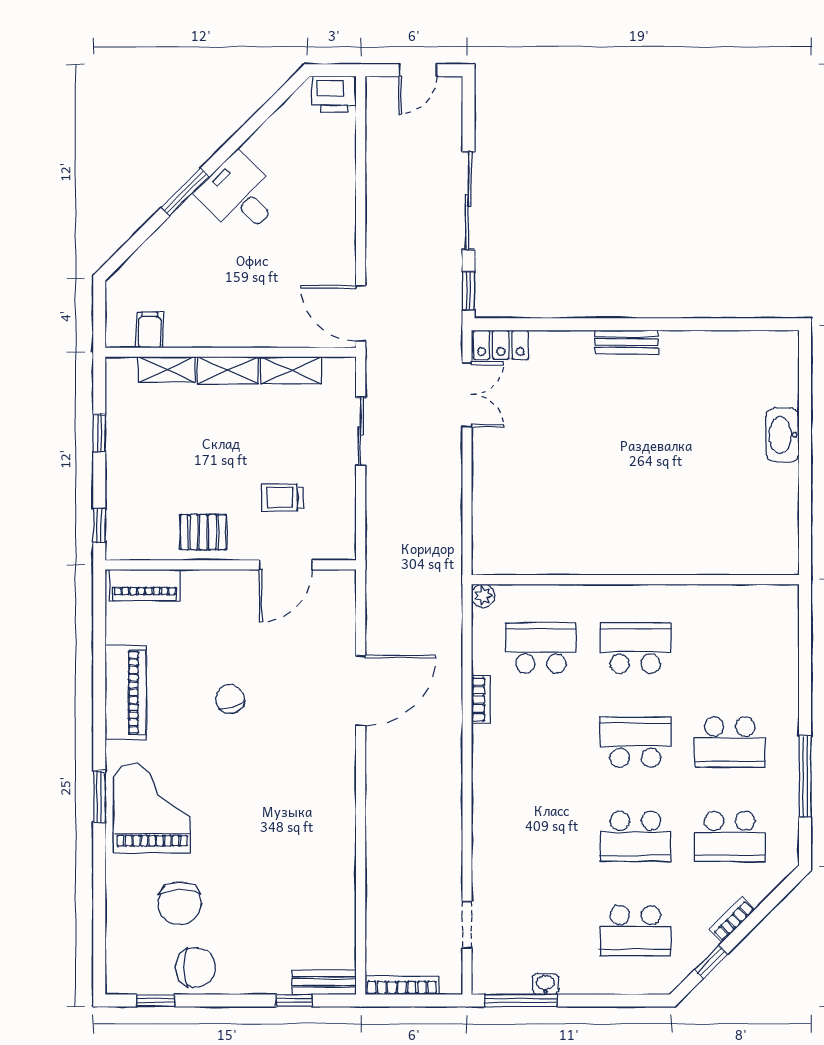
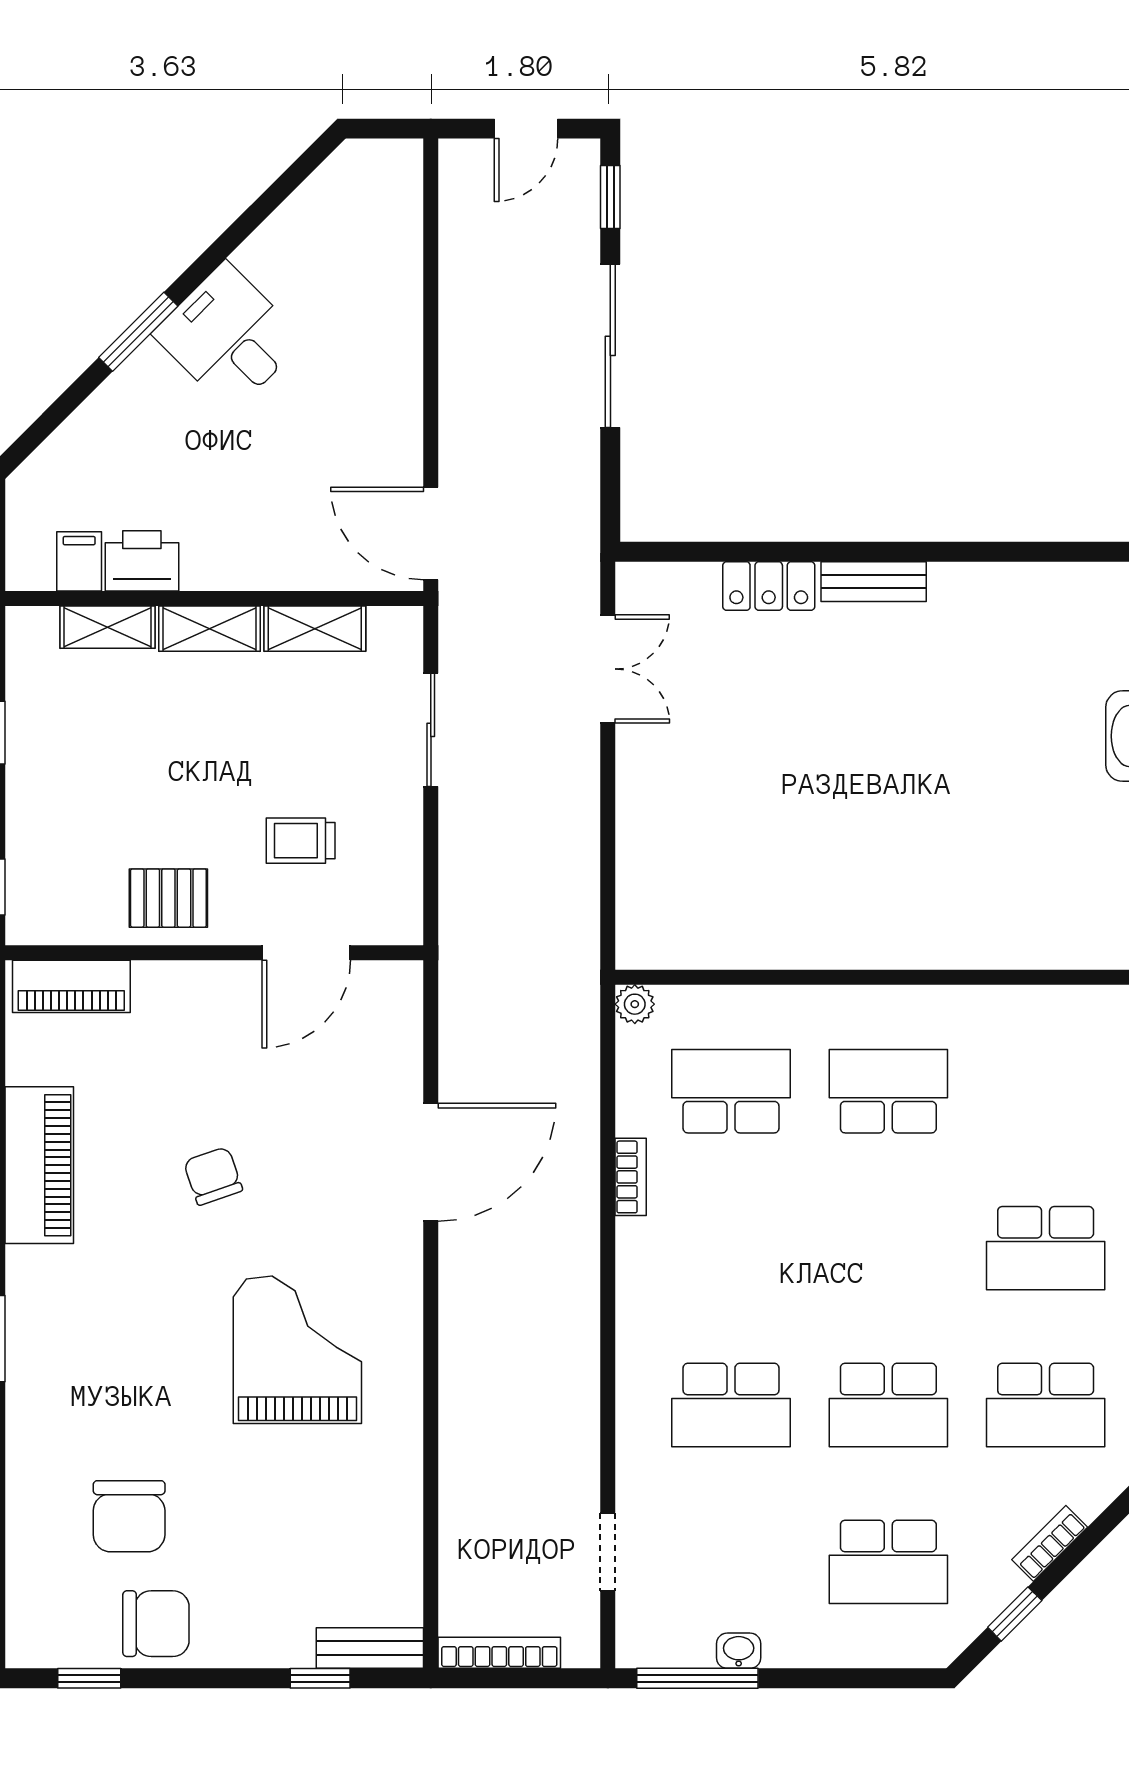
printer: (334, 94) -> (142, 561), moved, turned 180
window: (468, 291) -> (610, 197), moved
locker: (501, 345) -> (769, 586), moved
school desk: (635, 742) -> (731, 1405), moved, turned 180
grand piano: (152, 809) -> (297, 1350), moved

